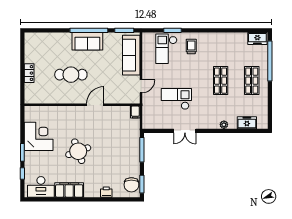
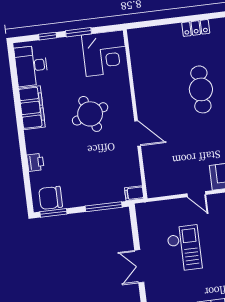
wall: (82, 105) -> (135, 114), moved
door: (95, 105) -> (138, 133), moved
filing cabinet: (135, 112) -> (134, 193), moved

